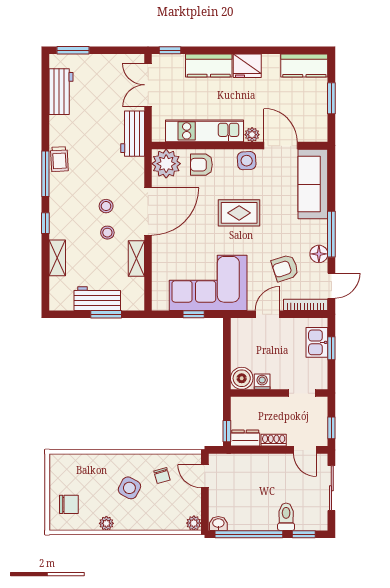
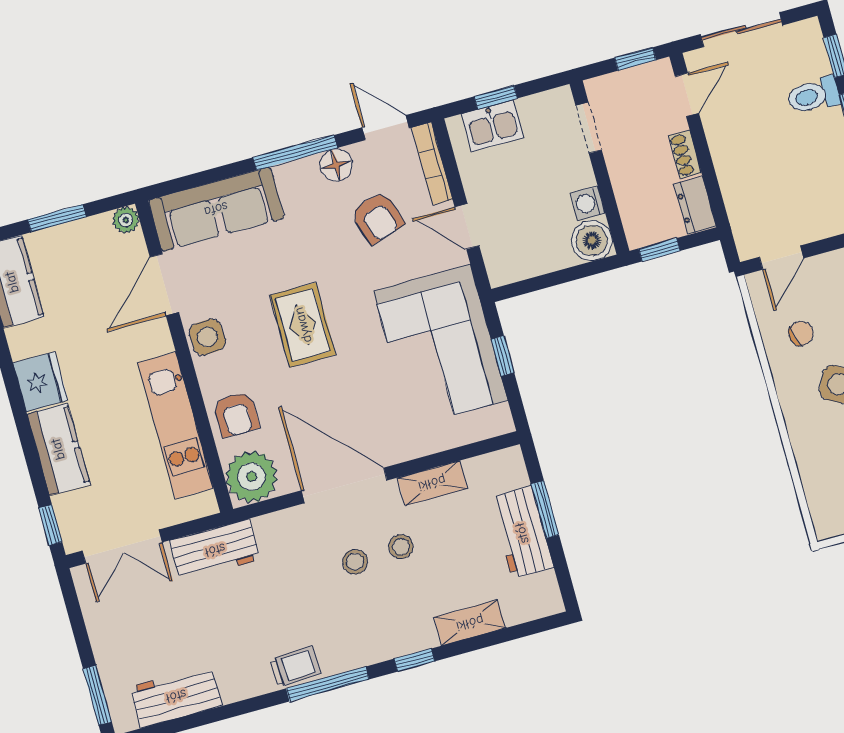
plant: (252, 135) -> (126, 220), moved
window: (227, 431) -> (659, 250), moved

